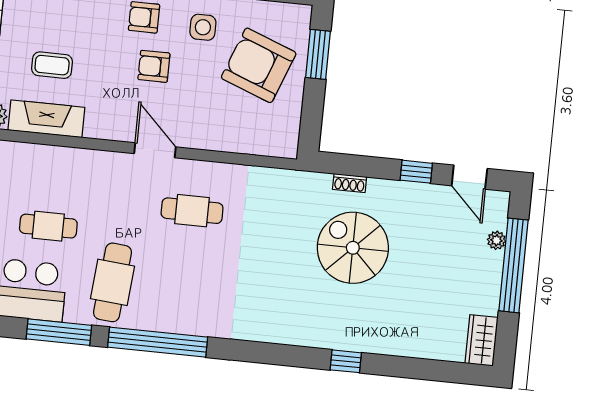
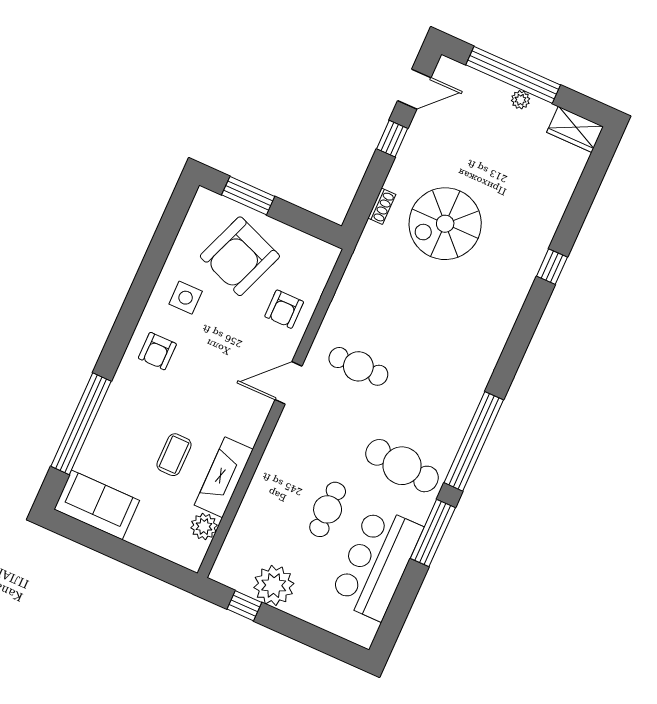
armchair: (154, 66) -> (284, 309), moved
cafe table: (192, 211) -> (358, 366), turned 90
plant: (497, 240) -> (521, 100), moved

